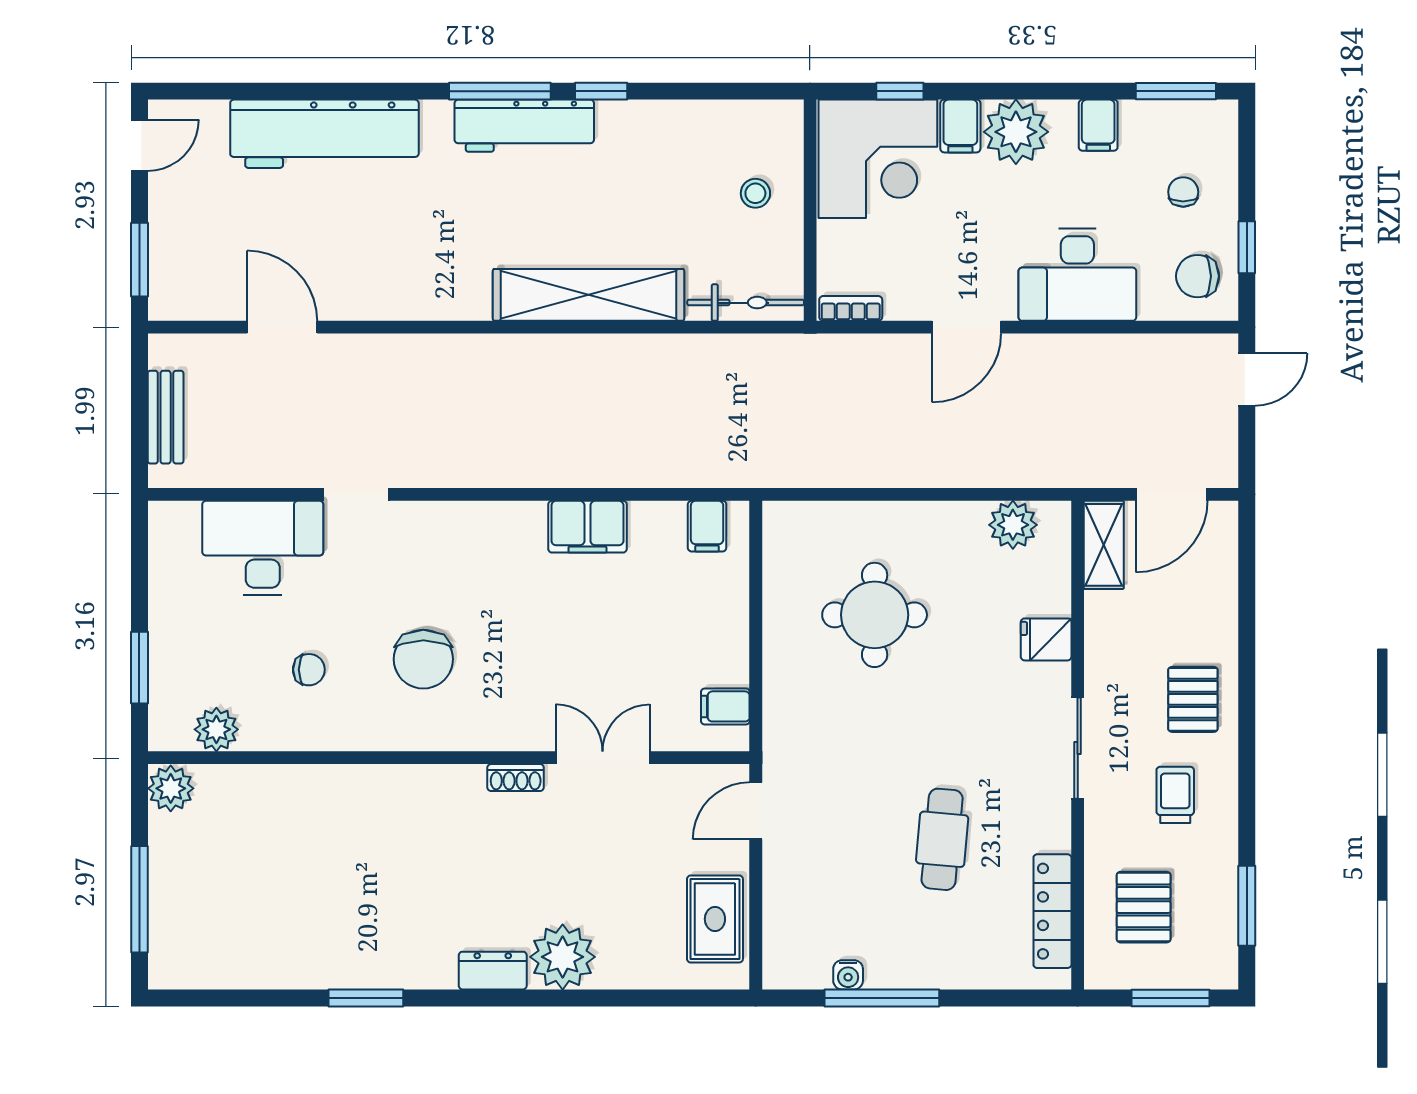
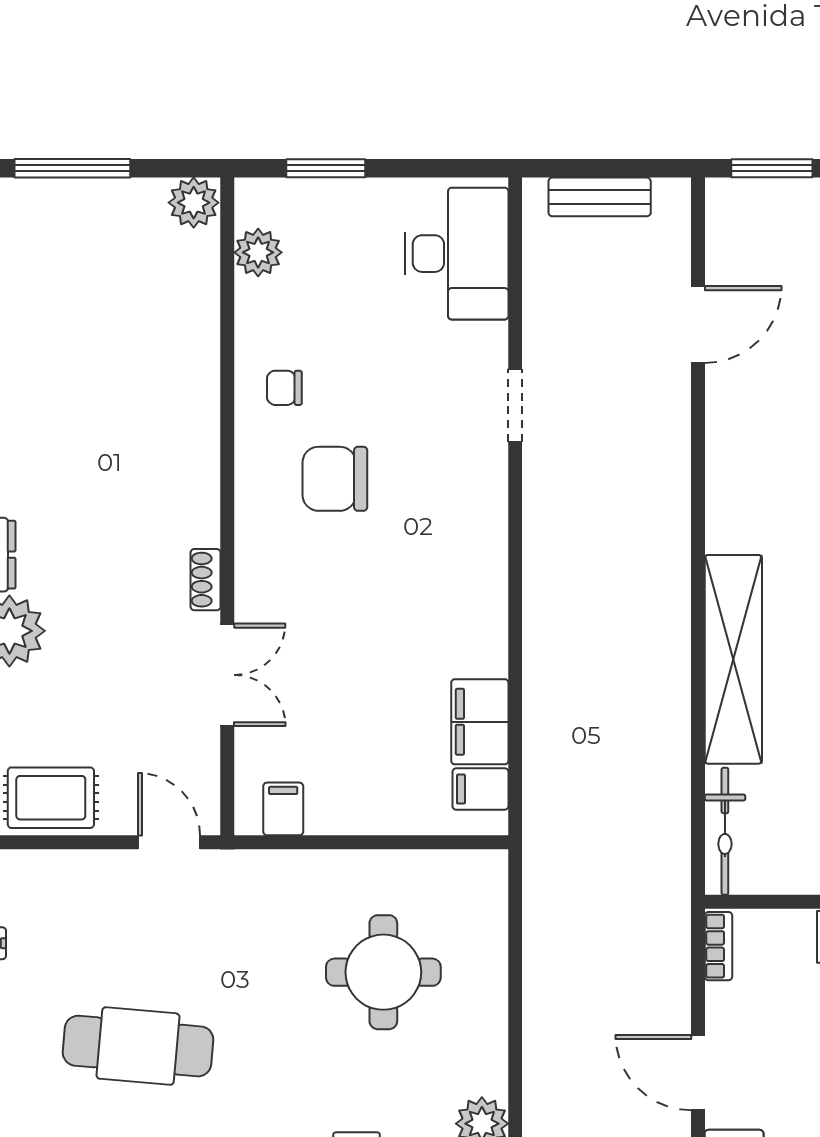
filing cabinet: (587, 527) -> (480, 722), moved
desk: (263, 548) -> (456, 254), moved
chair: (309, 670) -> (284, 388), moved, turned 90
cafe table: (942, 839) -> (138, 1046), width x1.37, depth x1.35

